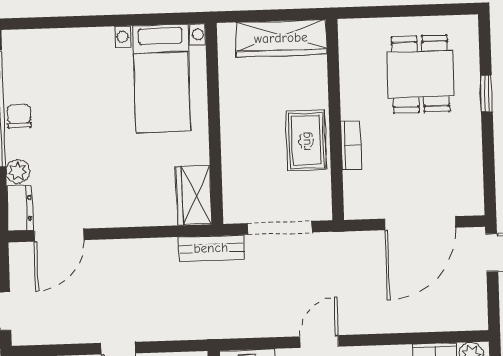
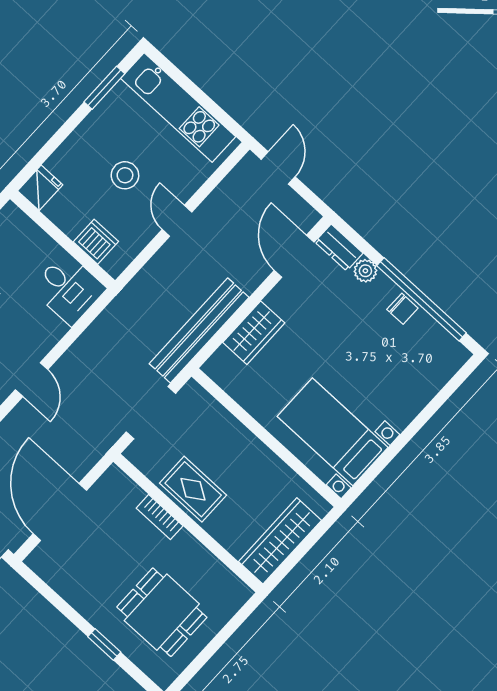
wardrobe: (194, 195) -> (254, 333), moved, turned 90
bench: (211, 248) -> (199, 330), width x1.86, depth x1.21
door: (319, 341) -> (31, 380), moved

